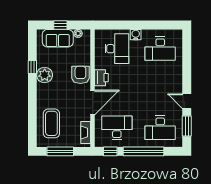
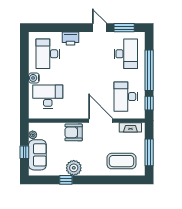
desk: (160, 49) -> (48, 54), turned 180
printer: (101, 78) -> (71, 39), moved, turned 180
door: (187, 101) -> (100, 28), swing flipped

